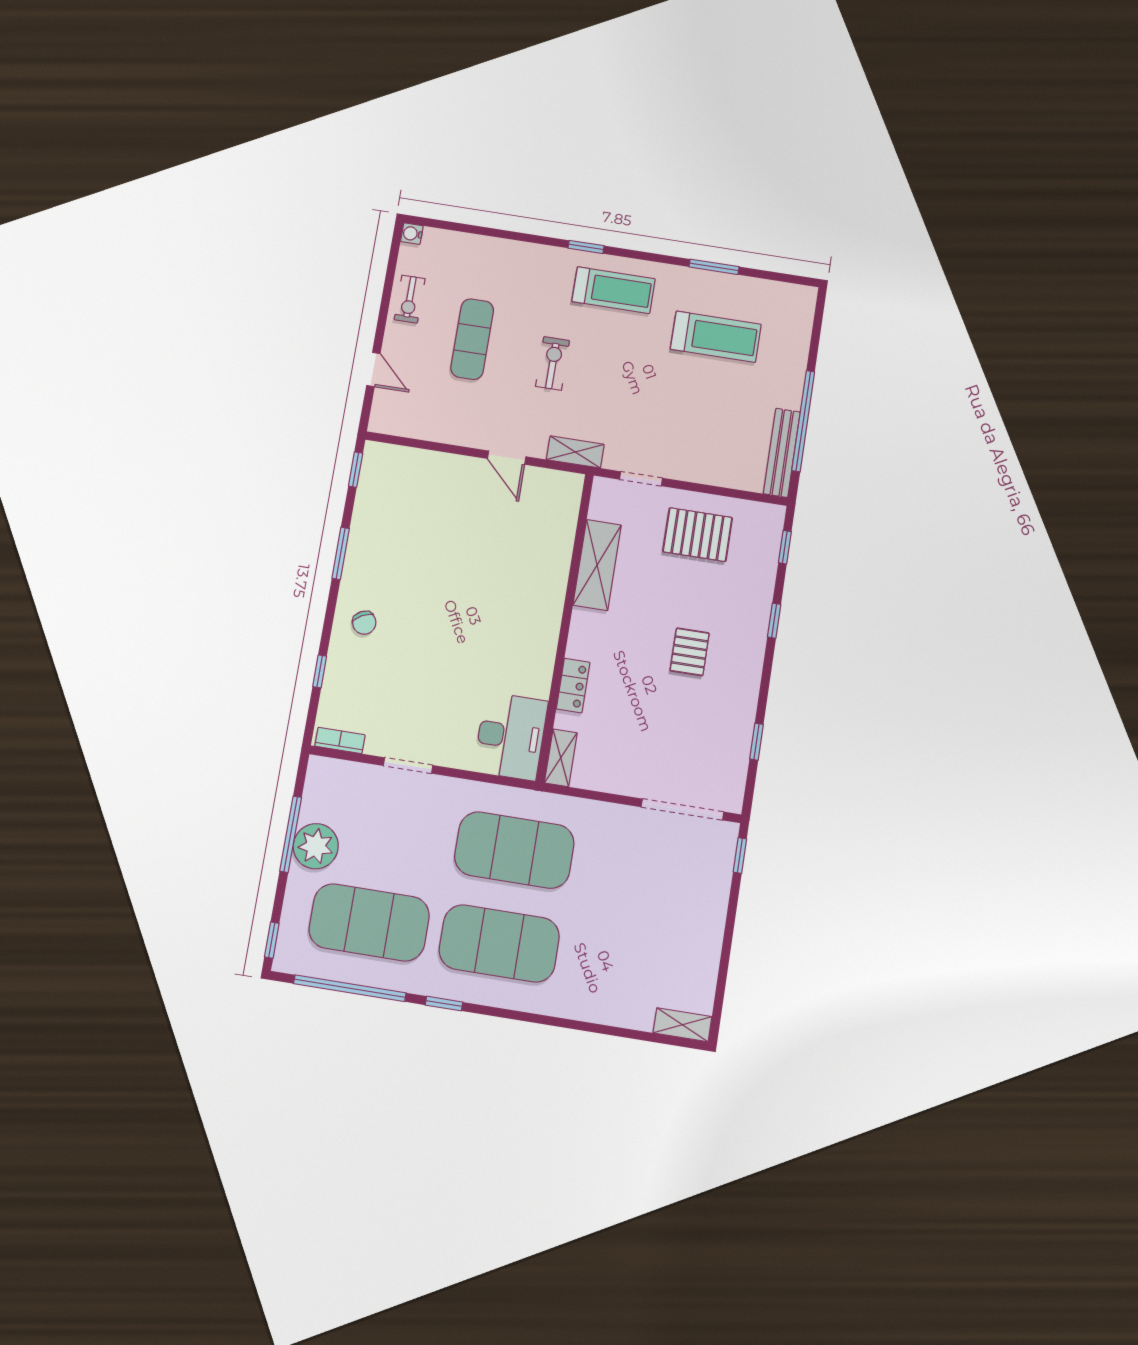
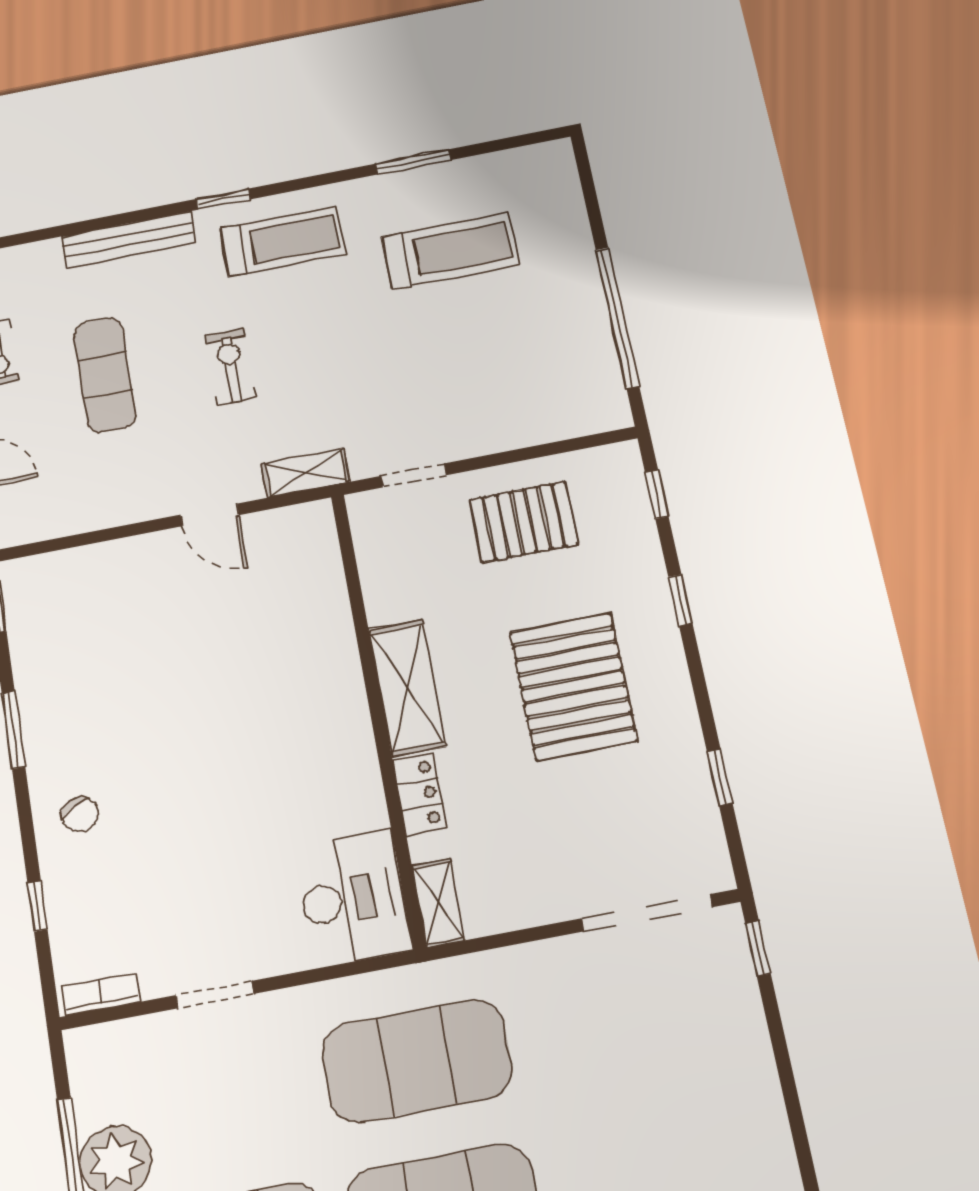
bench: (782, 453) -> (128, 240), moved, turned 90
shelving: (597, 565) -> (407, 688), moved
pallet: (690, 652) -> (573, 687), width x2.05, depth x2.00

